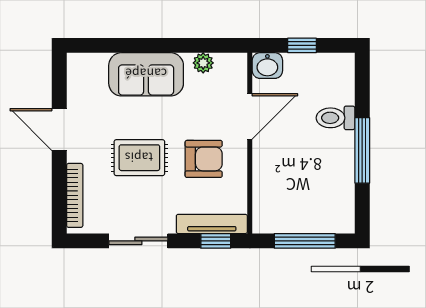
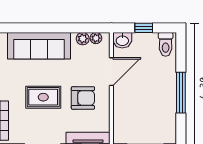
plant: (225, 62) -> (96, 38), added
sofa: (146, 74) -> (39, 46), width x1.36
toilet: (336, 118) -> (166, 44), moved, turned -90

